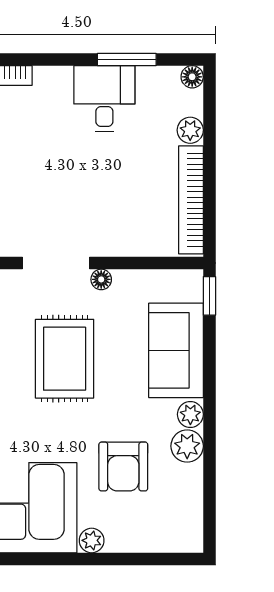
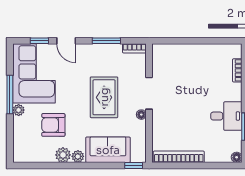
plant: (190, 130) -> (211, 156), removed
rug: (65, 359) -> (104, 97), turned 90
window: (59, 559) -> (10, 94), added

